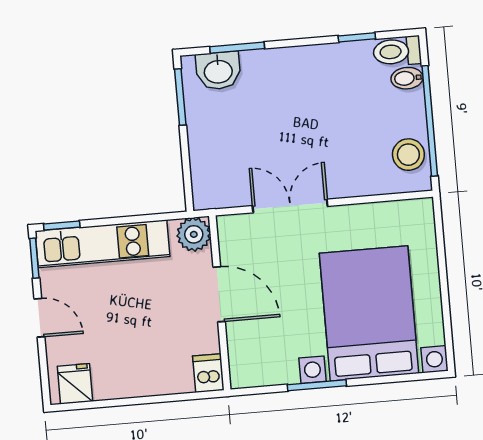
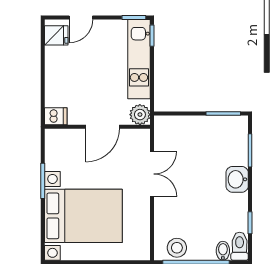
washbasin: (218, 71) -> (237, 179), moved
door: (39, 318) -> (81, 17), moved

